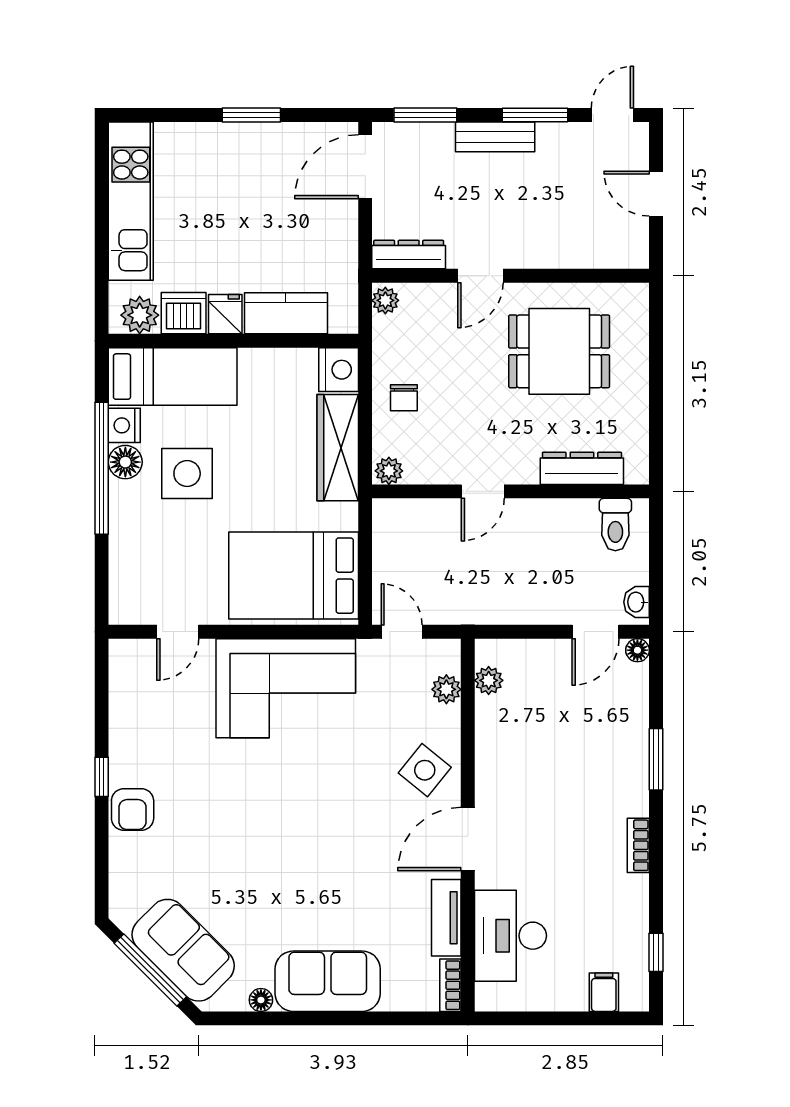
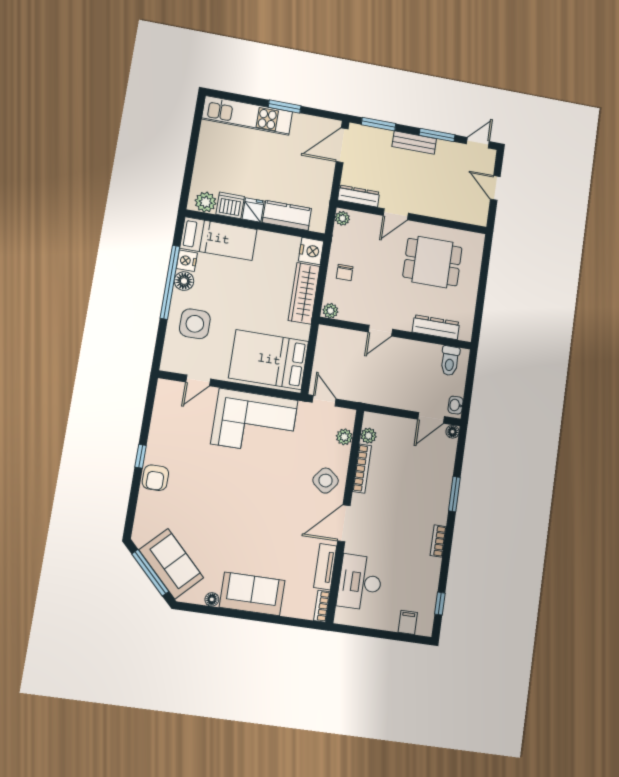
kitchen unit: (131, 201) -> (247, 115), moved, turned 90
side table: (187, 474) -> (195, 324), moved
bookcase: (485, 740) -> (362, 469), added

